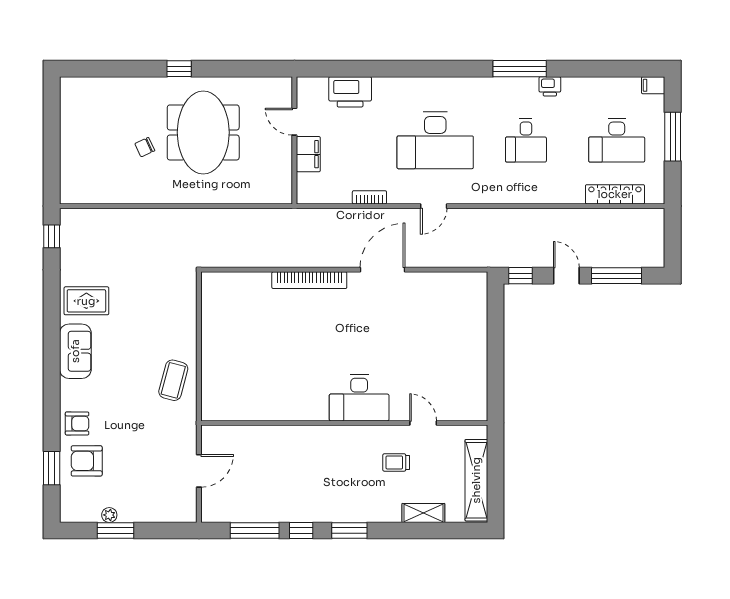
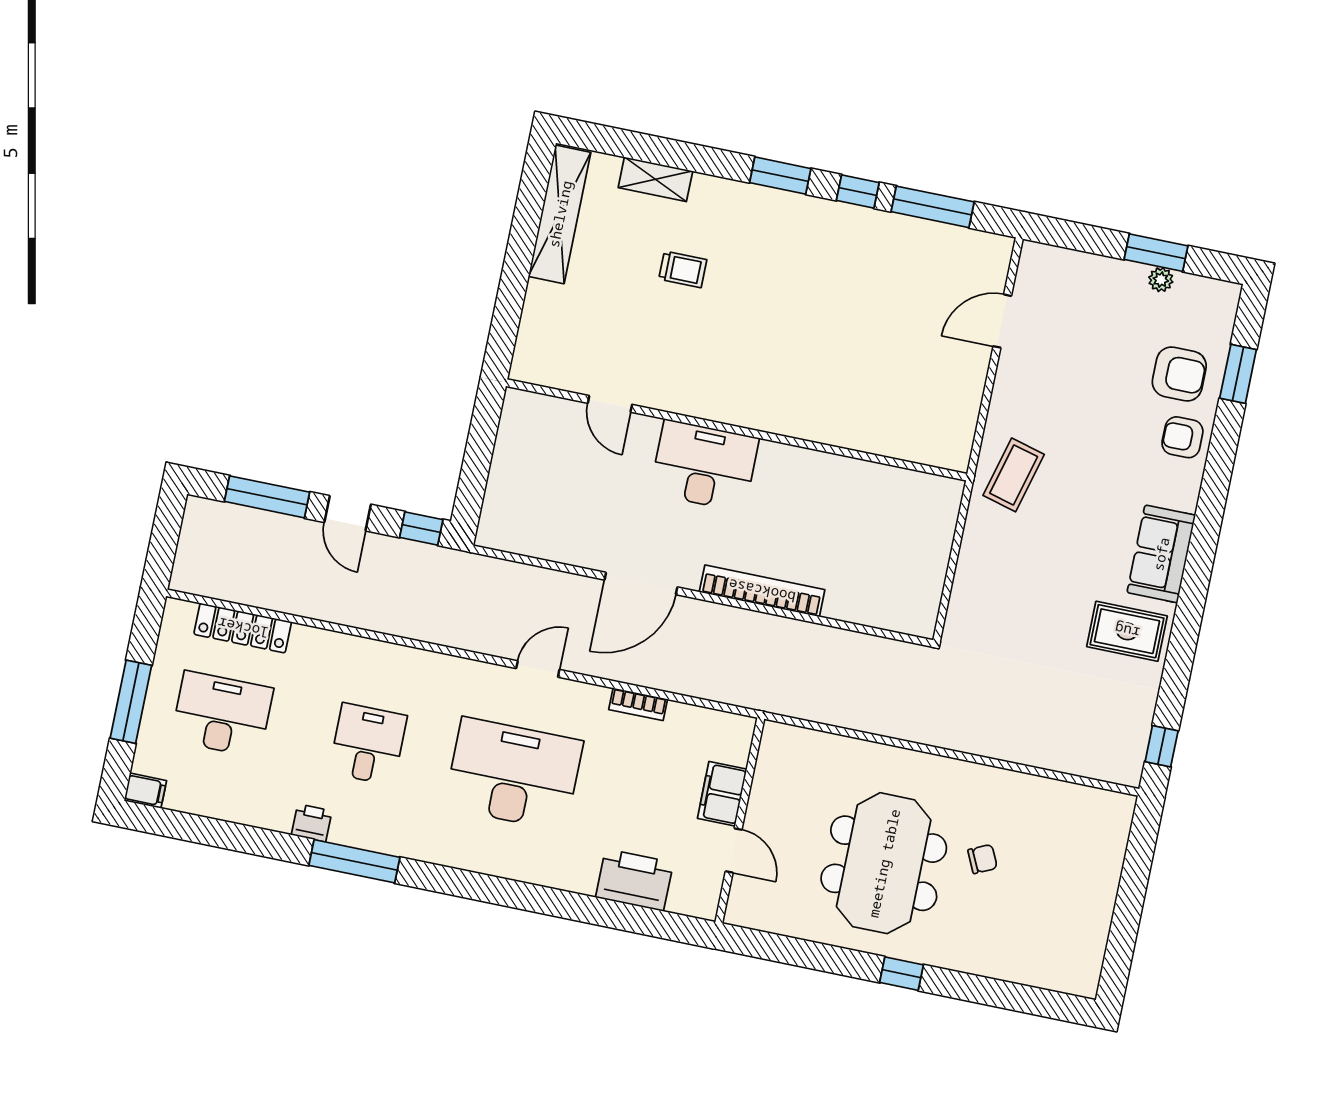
desk: (359, 398) -> (704, 466), moved
wall: (344, 423) -> (737, 430), moved
door: (423, 423) -> (610, 404), moved

